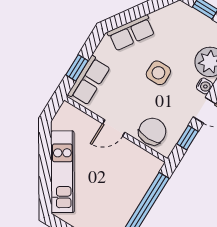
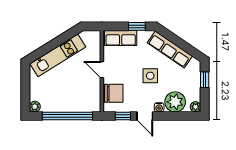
row of seats: (131, 33) -> (170, 49), width x1.48
window: (77, 68) -> (137, 26), moved

